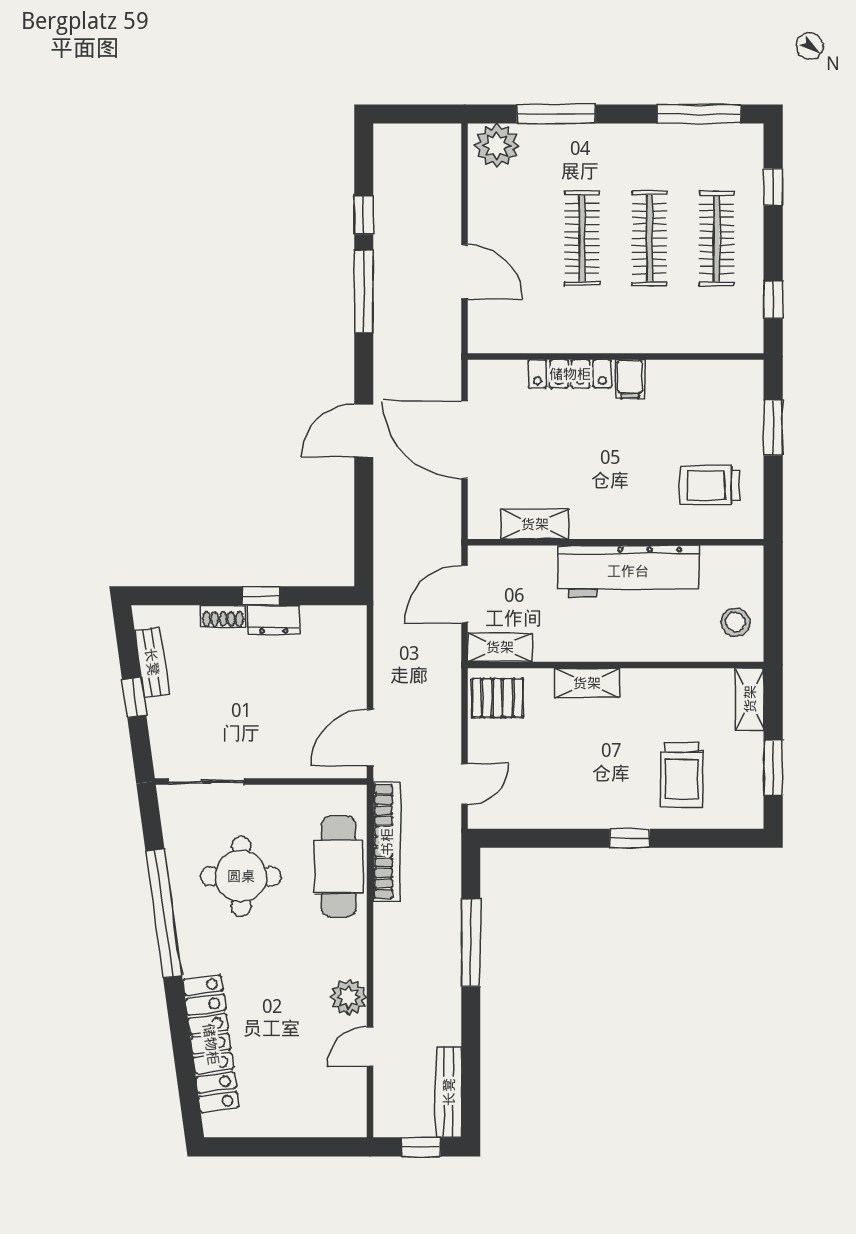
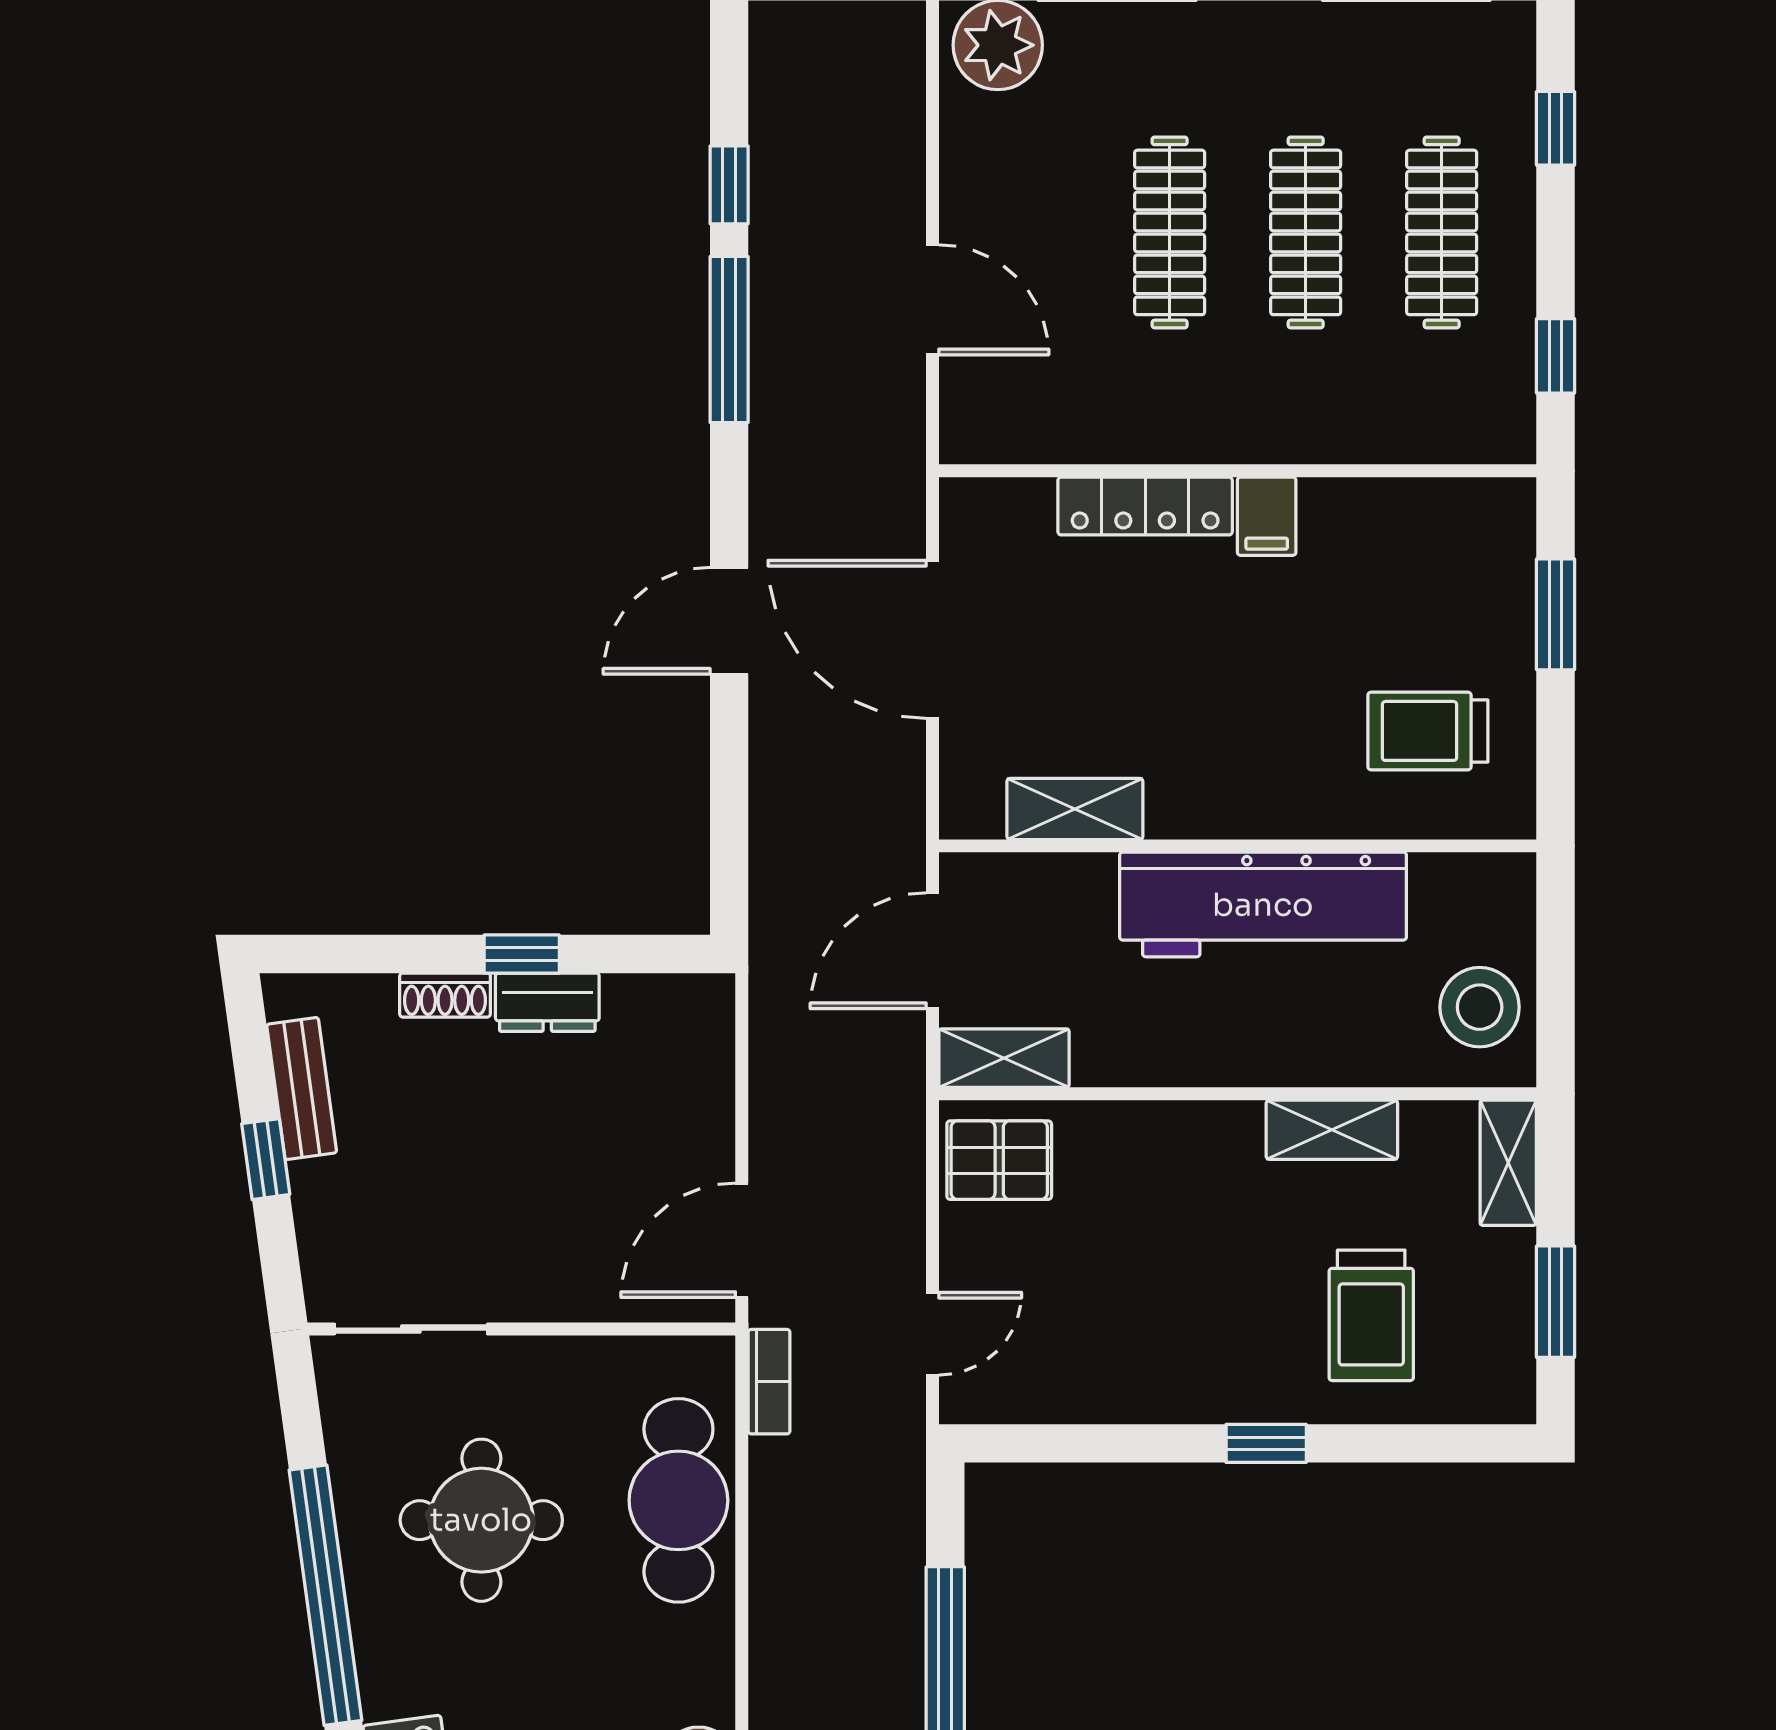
stool: (736, 622) -> (1480, 1007), width x1.38, depth x1.38
shelving: (587, 683) -> (1332, 1130), moved
bookcase: (387, 842) -> (769, 1382), width x0.43, depth x0.76

